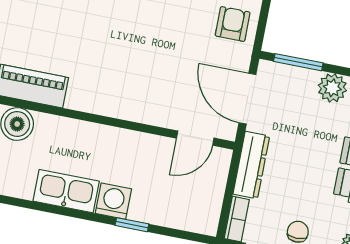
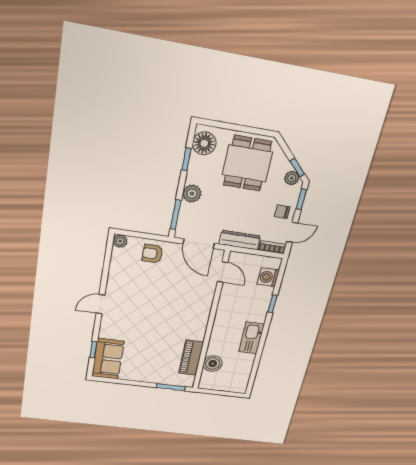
door: (247, 99) -> (199, 244), hinge flipped
washing machine: (113, 201) -> (268, 277), moved

